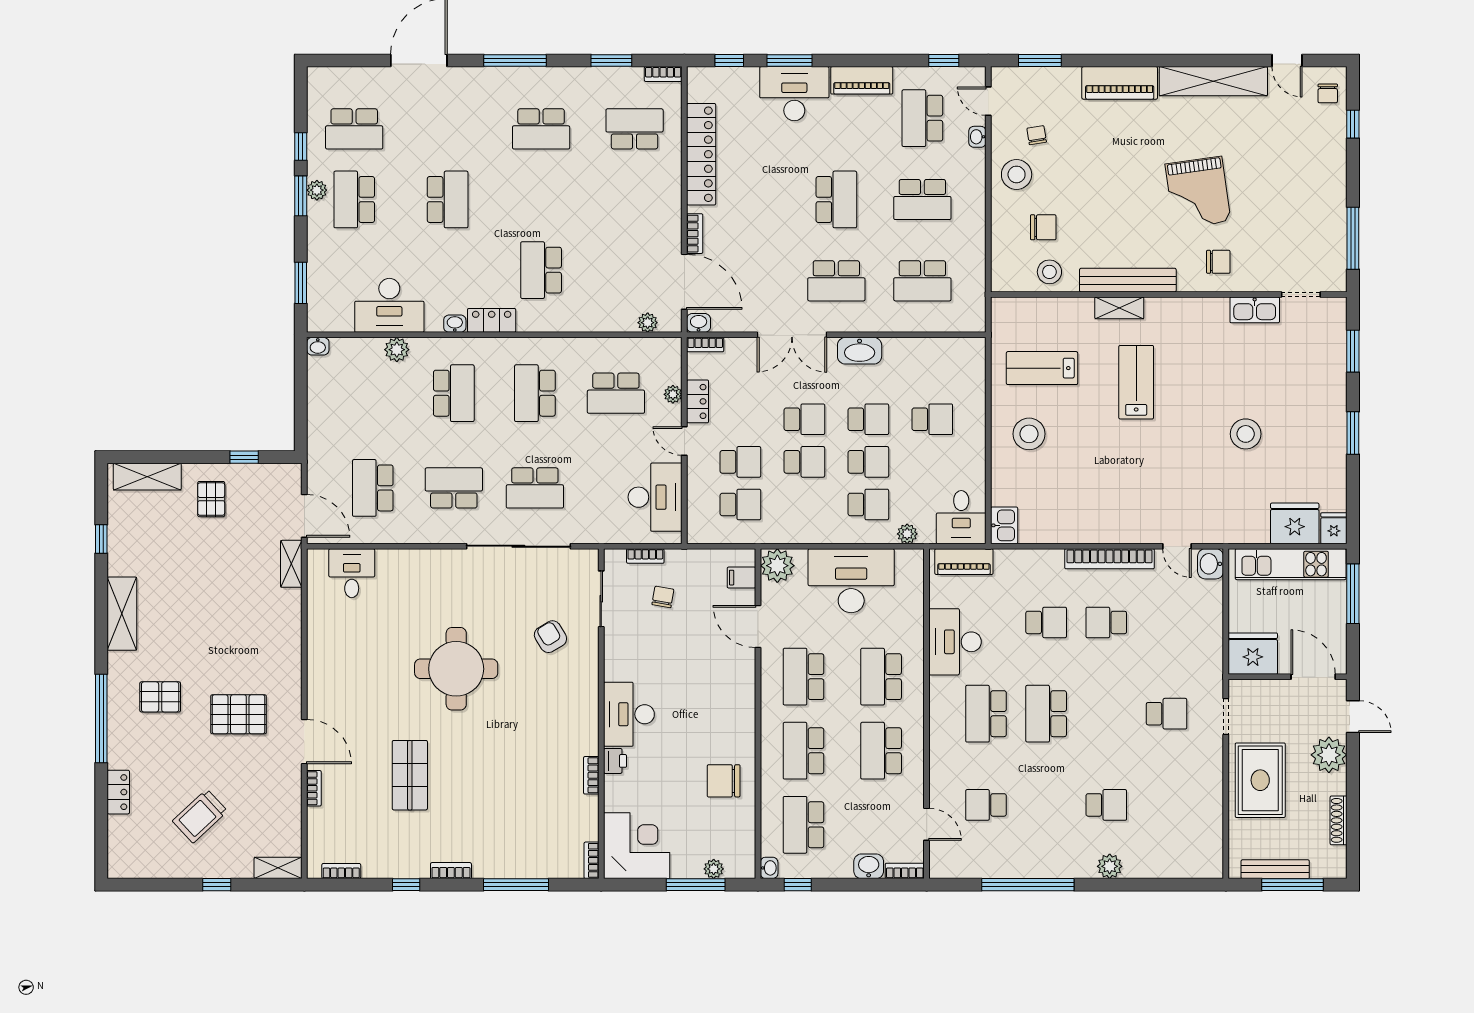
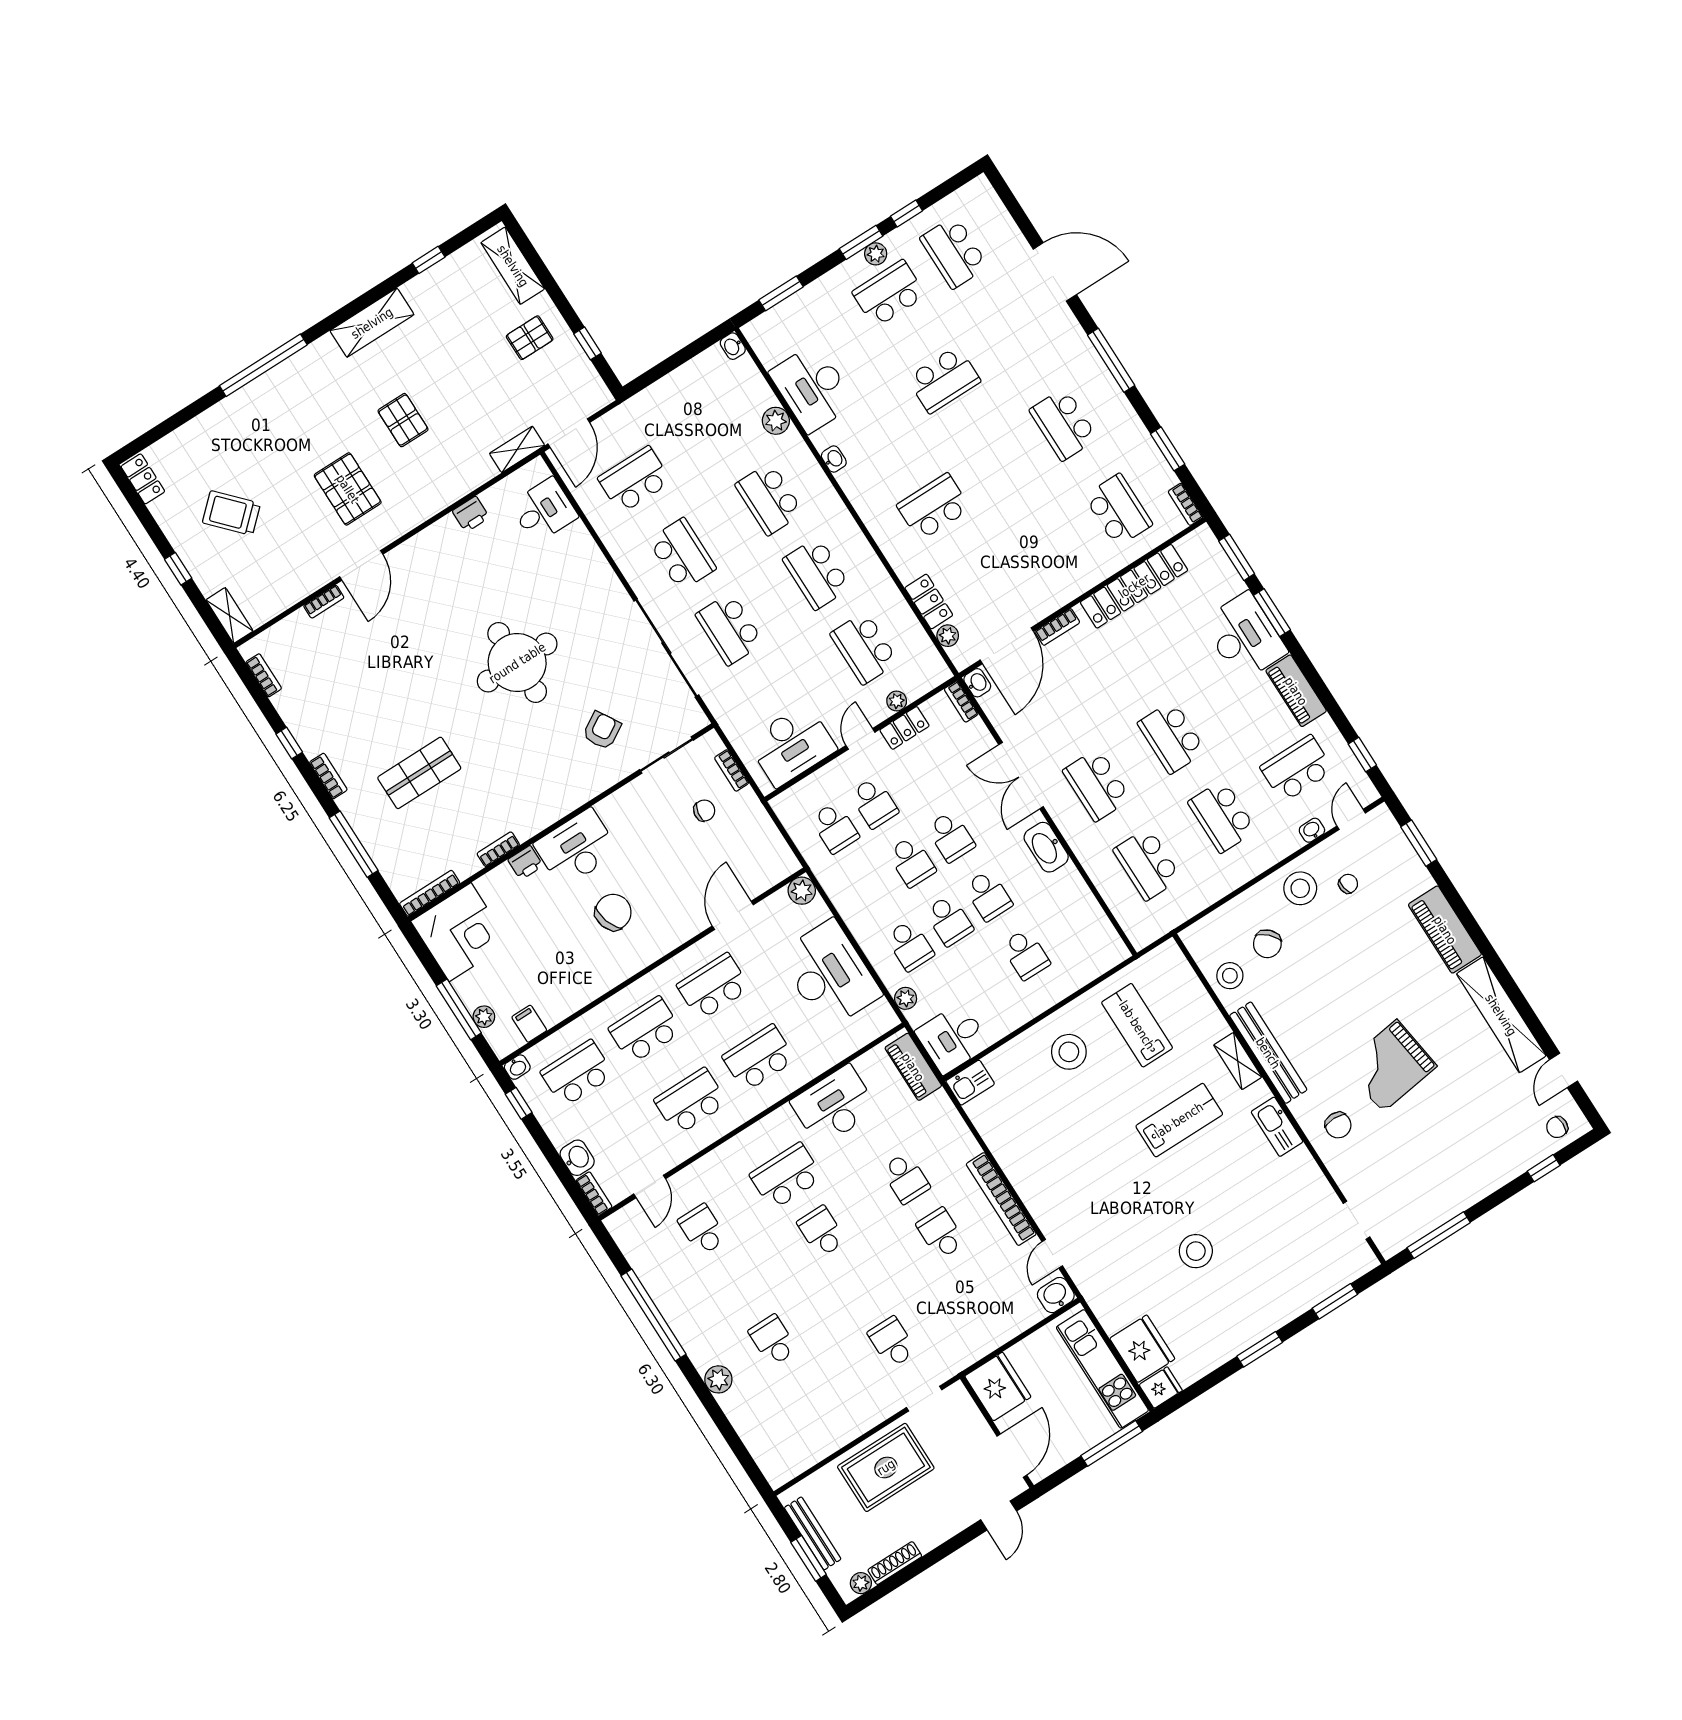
window: (729, 61) -> (1237, 557), width x1.50
school desk: (836, 199) -> (1172, 737), turned 90
chair: (1043, 227) -> (1267, 944), turned 45
kitchen sink: (1255, 310) -> (1277, 1127), moved
locker: (492, 320) -> (929, 602), moved
school desk: (454, 393) -> (769, 499), turned 90
school desk: (535, 393) -> (817, 573), turned -90
plant: (777, 566) -> (802, 891), width x0.73, depth x0.73
filing cabinet: (741, 578) -> (529, 1024), moved
printer: (319, 631) -> (471, 514), added
pallet: (160, 697) -> (403, 420), moved
school desk: (1046, 714) -> (822, 1232), width x0.54
school desk: (1166, 714) -> (892, 1342), turned 180
plant: (1329, 755) -> (861, 1583), moved, width x0.53, depth x0.53
shop shelf: (410, 775) -> (419, 773), moved
chair: (724, 781) -> (613, 912), moved, turned 72
locker: (118, 792) -> (143, 479), moved, turned -90
school desk: (1106, 805) -> (773, 1340), turned 180
bookcase: (591, 860) -> (430, 893), width x1.56
window: (1292, 885) -> (809, 1558), width x0.69

